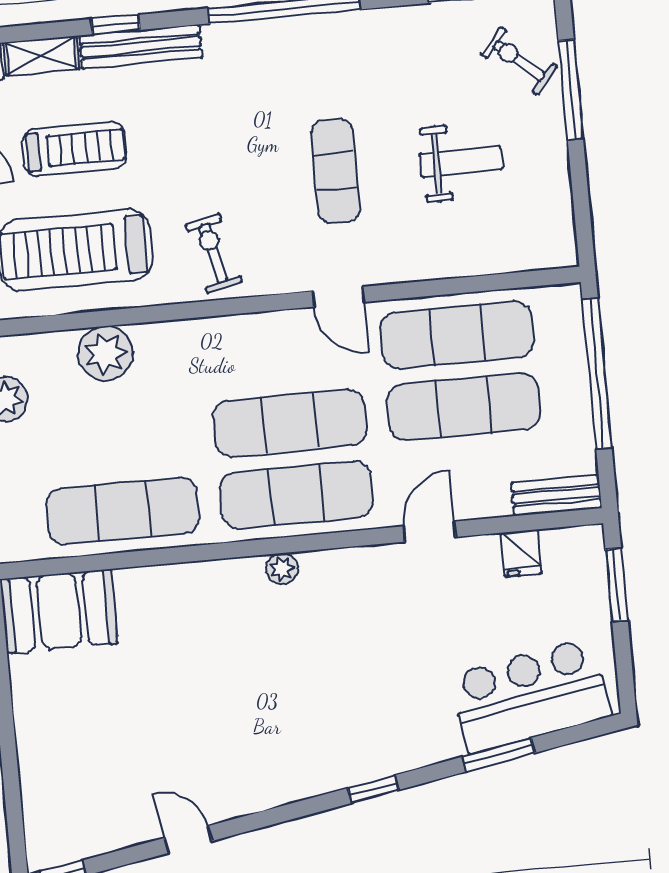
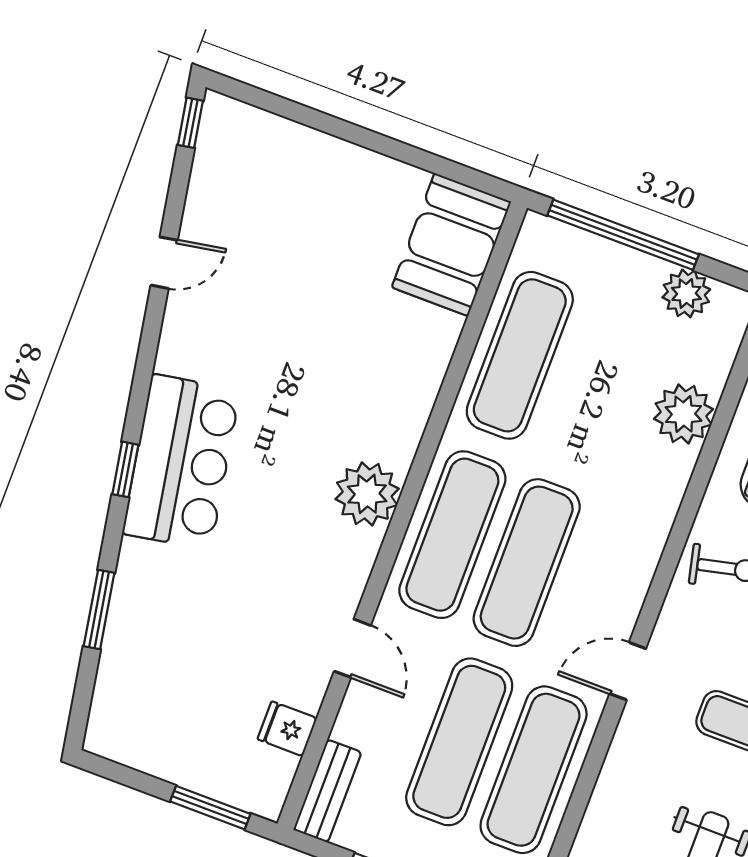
plant: (282, 569) -> (367, 494), width x1.87, depth x1.87
bar counter: (530, 695) -> (181, 462), moved

